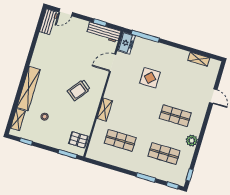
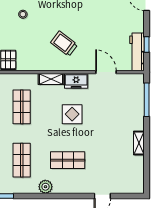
freezer: (126, 43) -> (76, 81), moved
shelving: (199, 59) -> (139, 143), moved
display table: (150, 78) -> (72, 114), moved
shop shelf: (175, 116) -> (68, 160), turned 90

